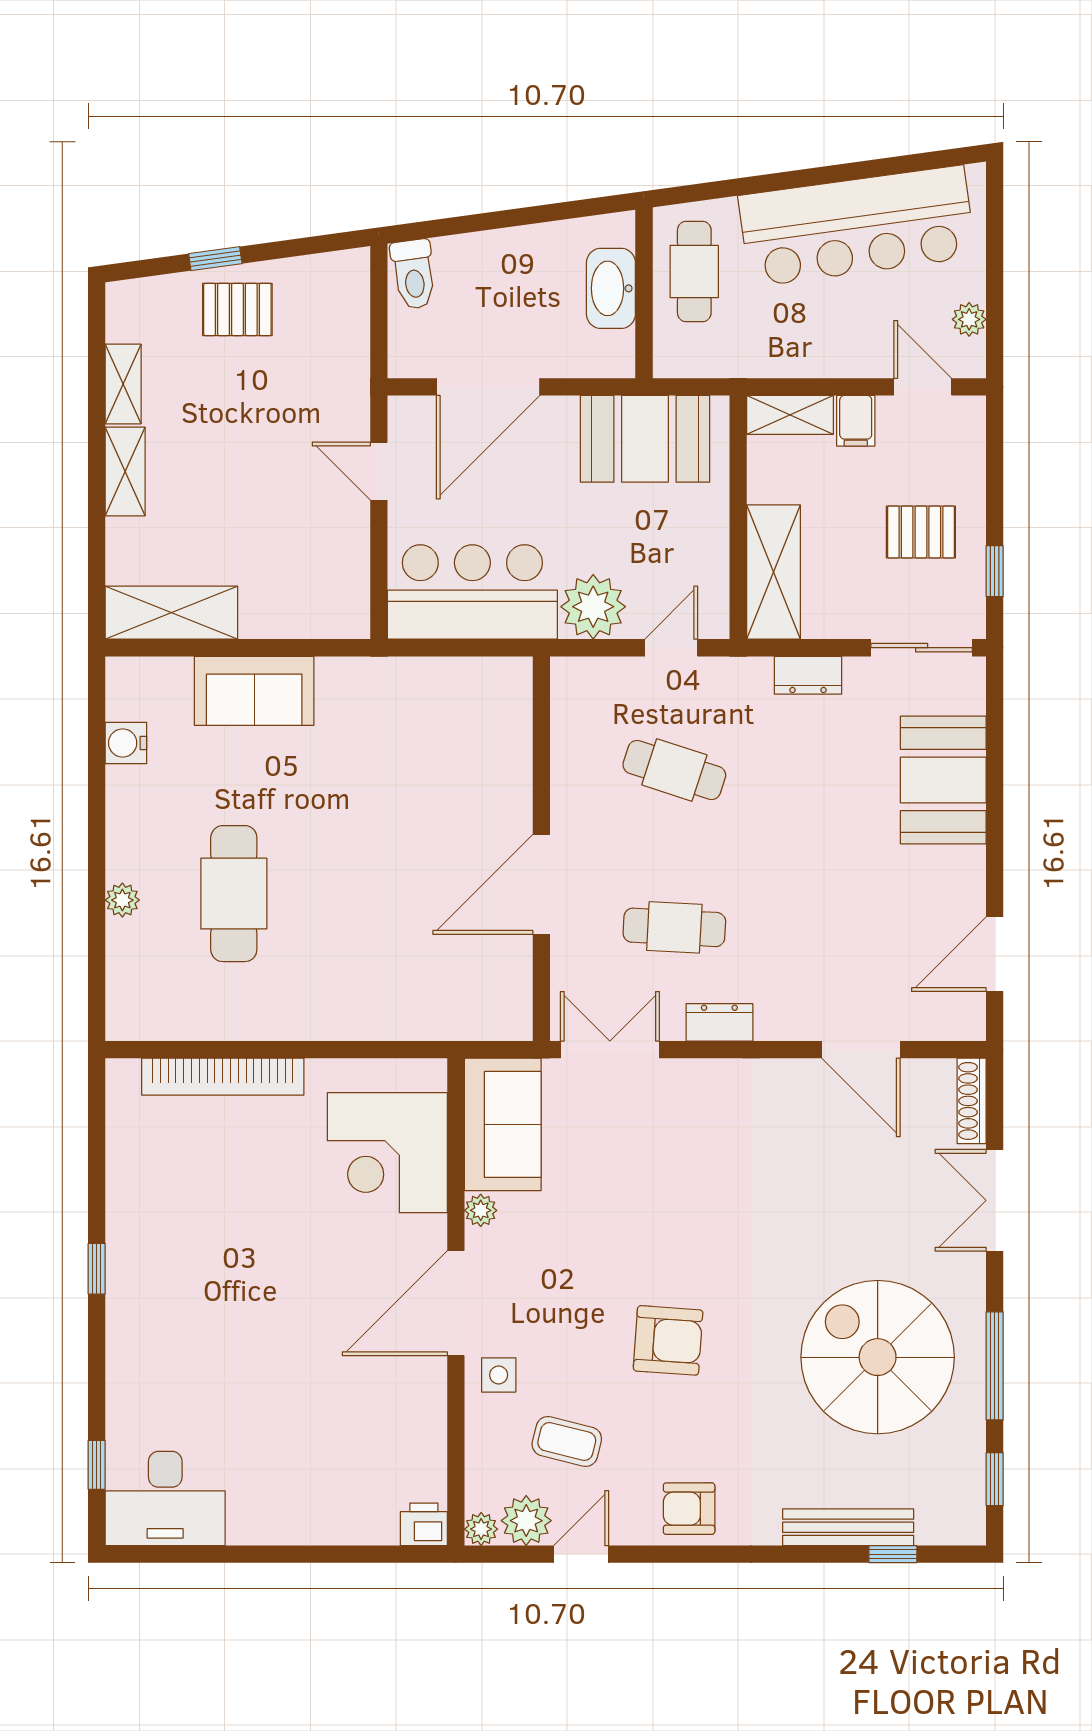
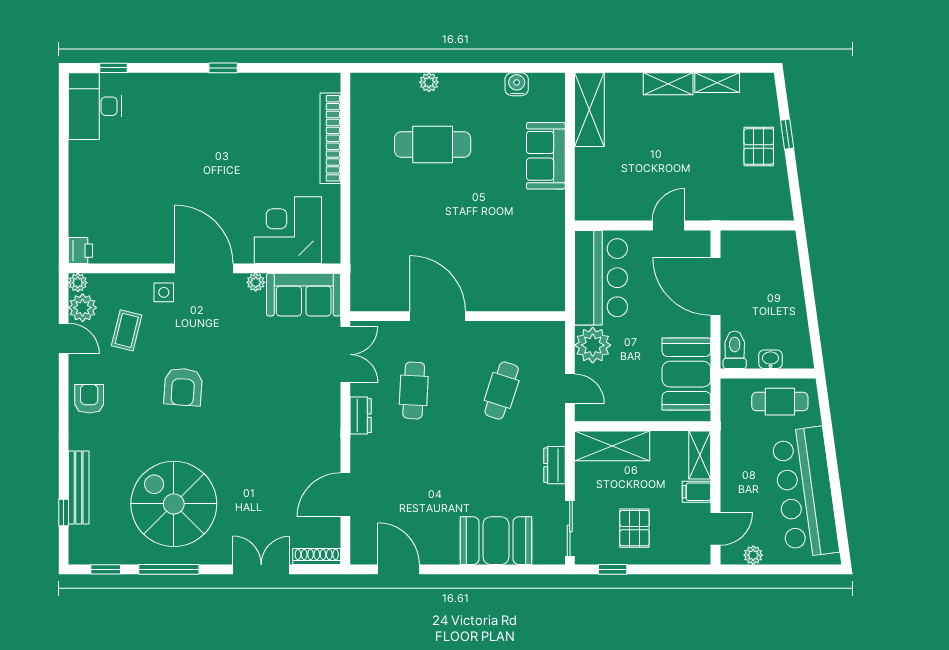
toilet: (414, 274) -> (735, 350), moved, turned 98
washbasin: (611, 288) -> (770, 359), width x0.52, depth x0.69
spiral stairs: (878, 1357) -> (174, 504), turned -90

